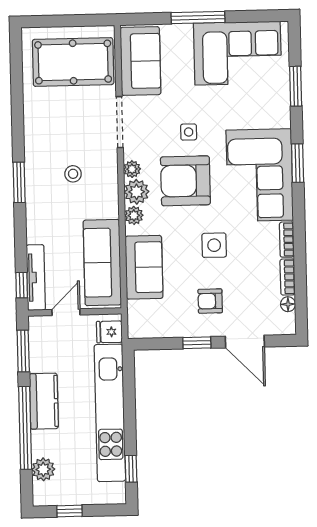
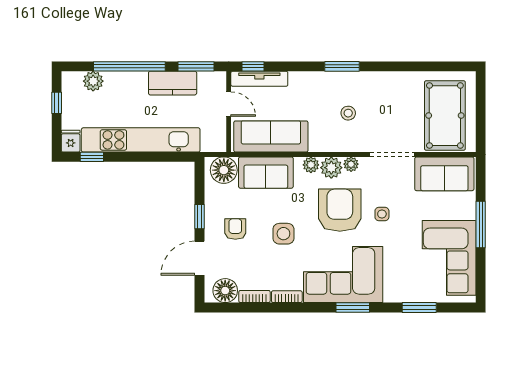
floor lamp: (288, 304) -> (225, 291), width x1.89, depth x1.89
floor lamp: (142, 316) -> (224, 170), added
fridge: (109, 332) -> (71, 141), moved
kitchen counter: (44, 401) -> (173, 83), moved

